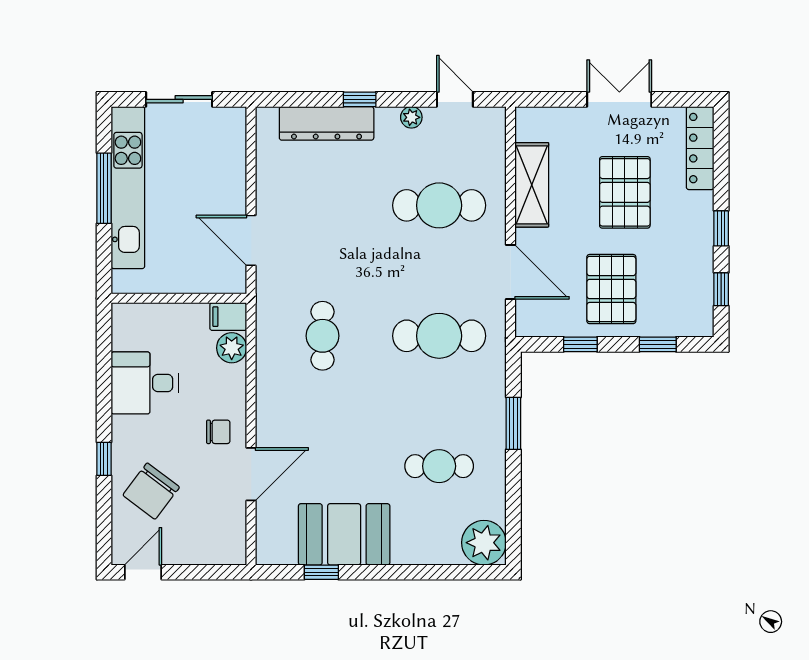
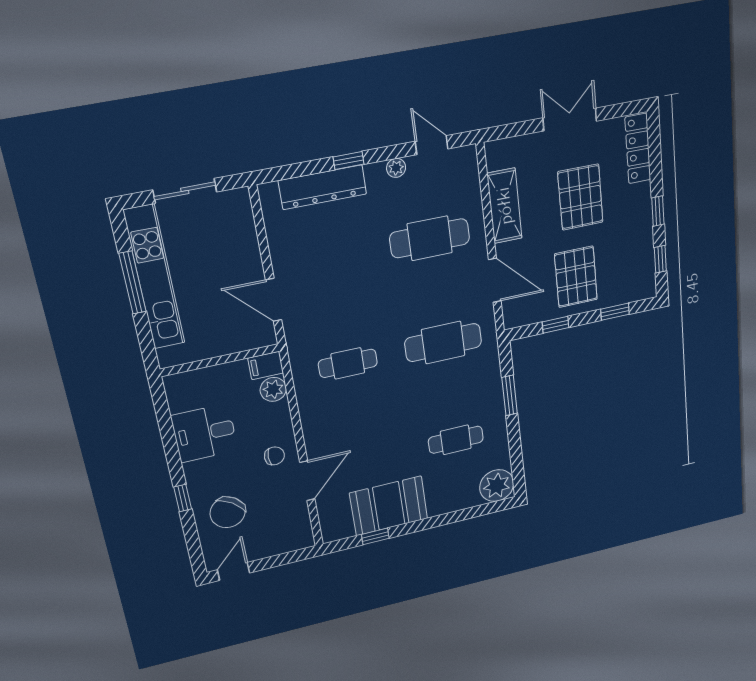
cafe table: (323, 336) -> (348, 363), turned 90

